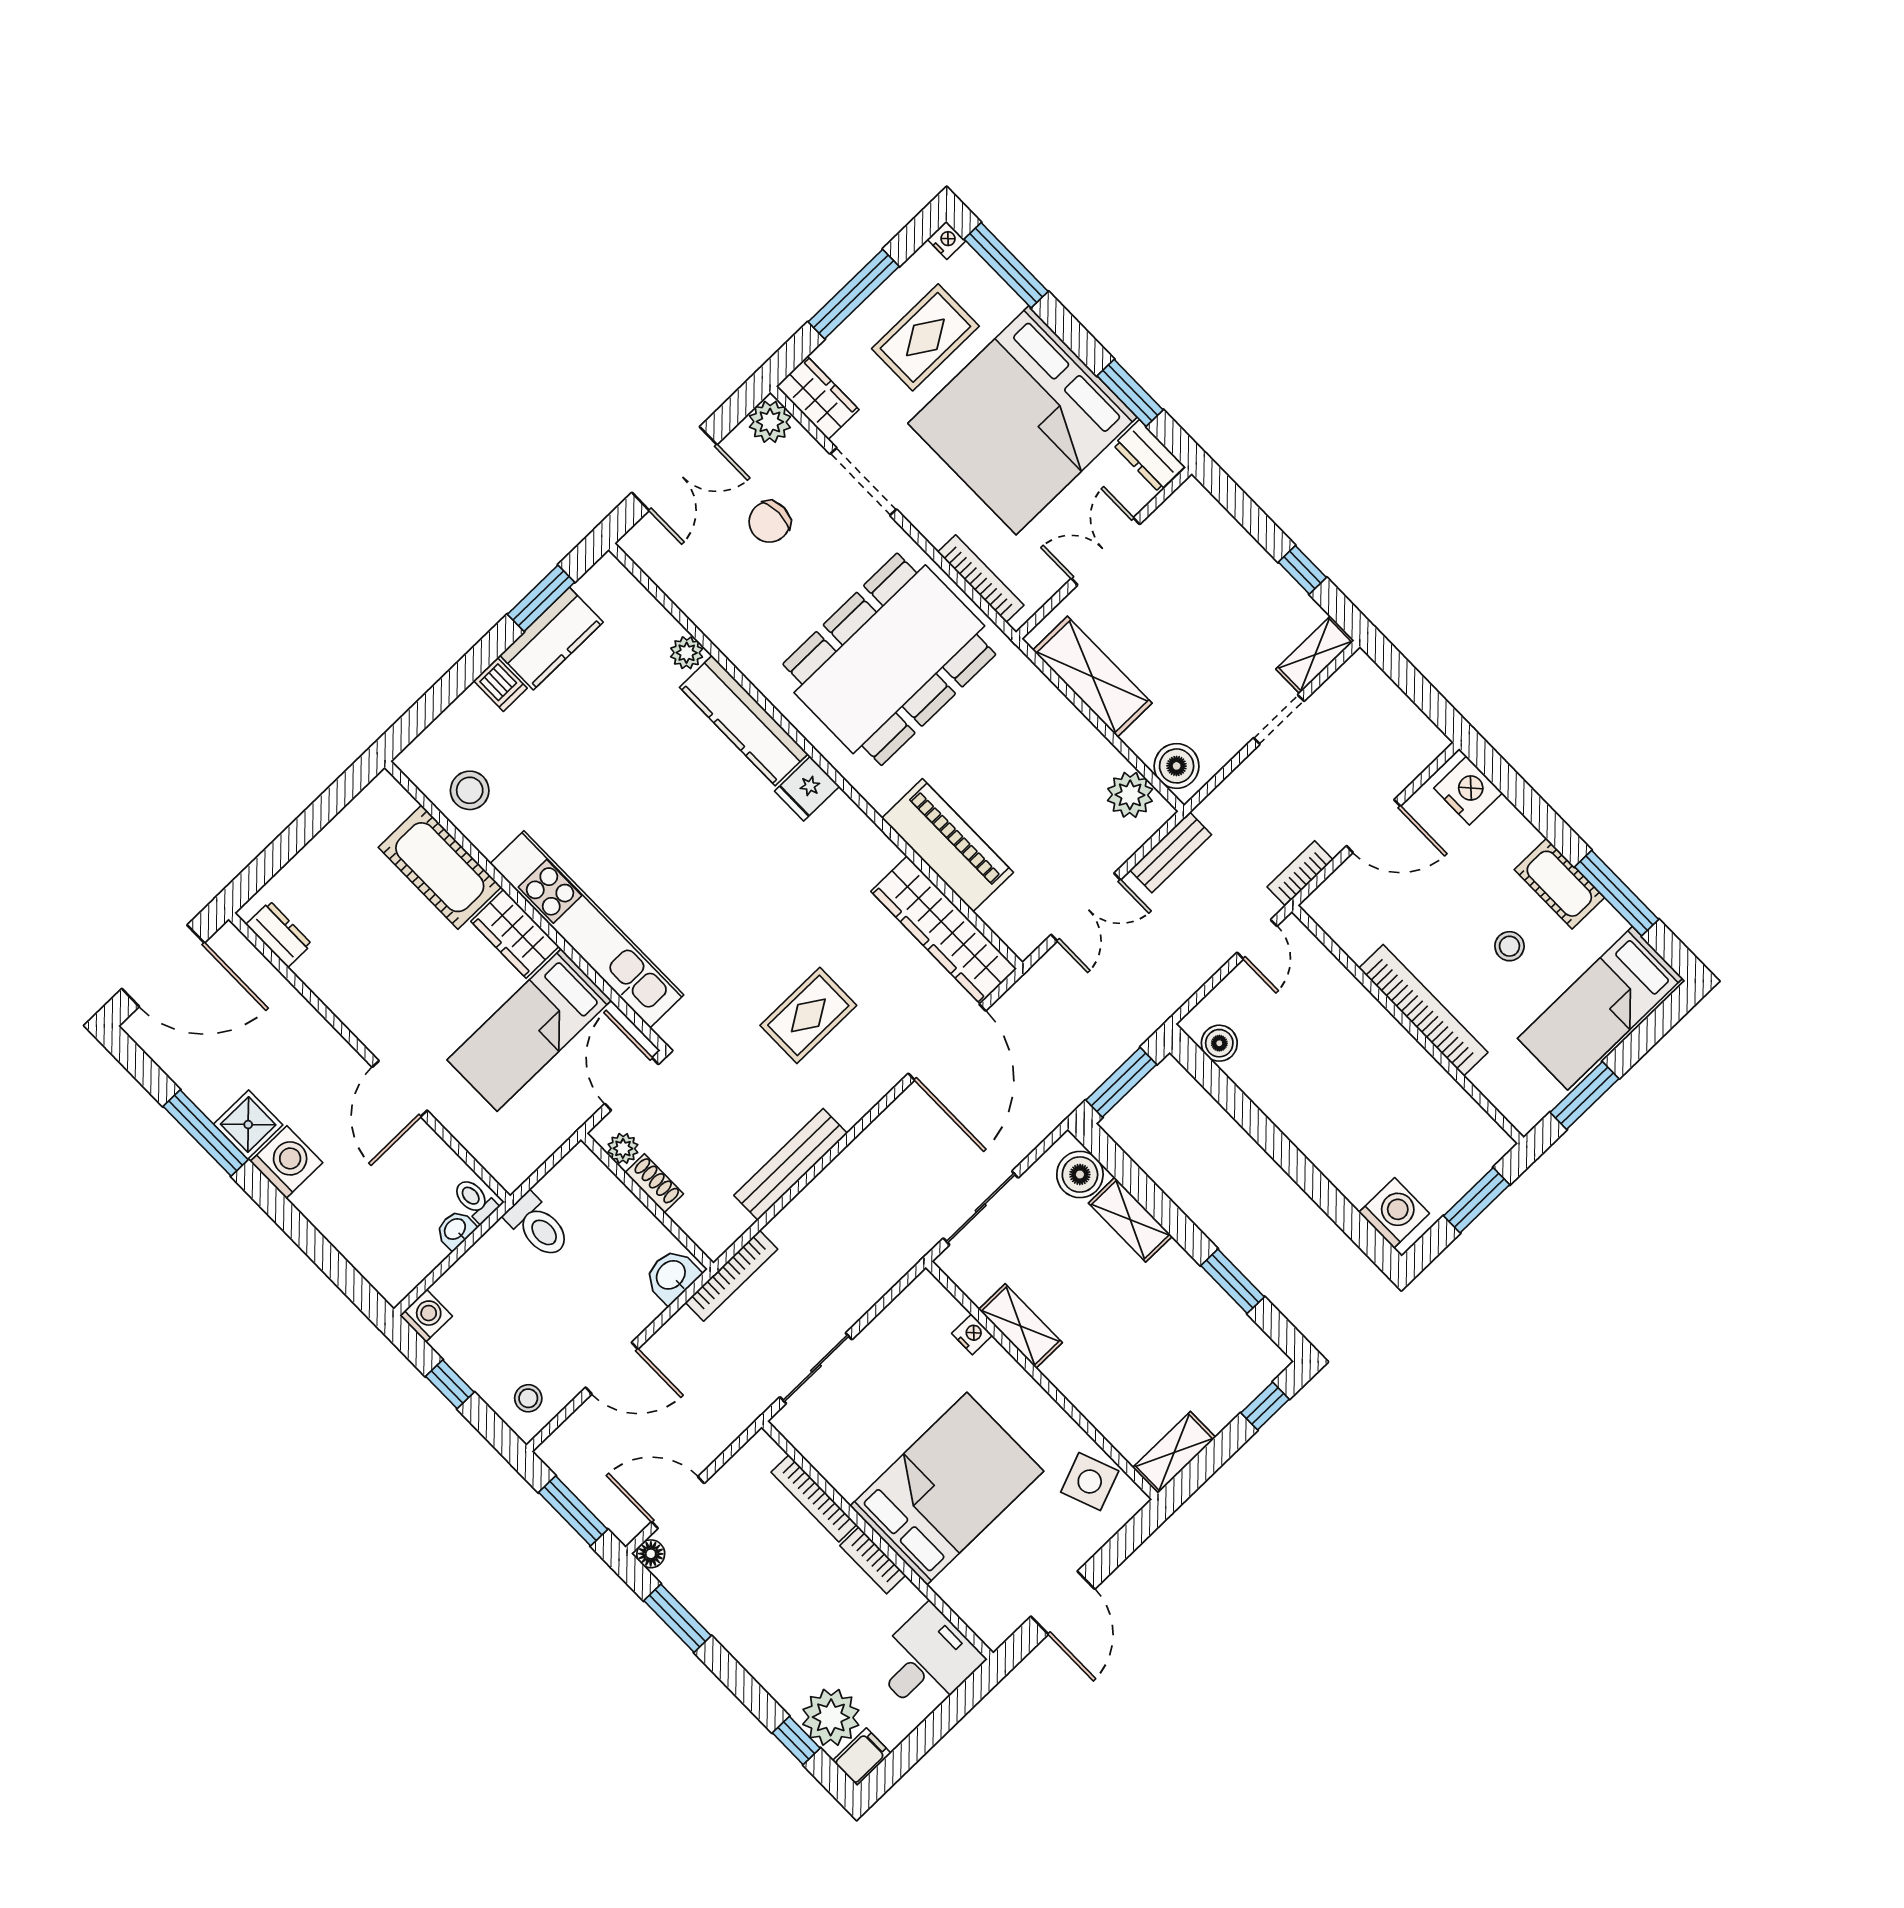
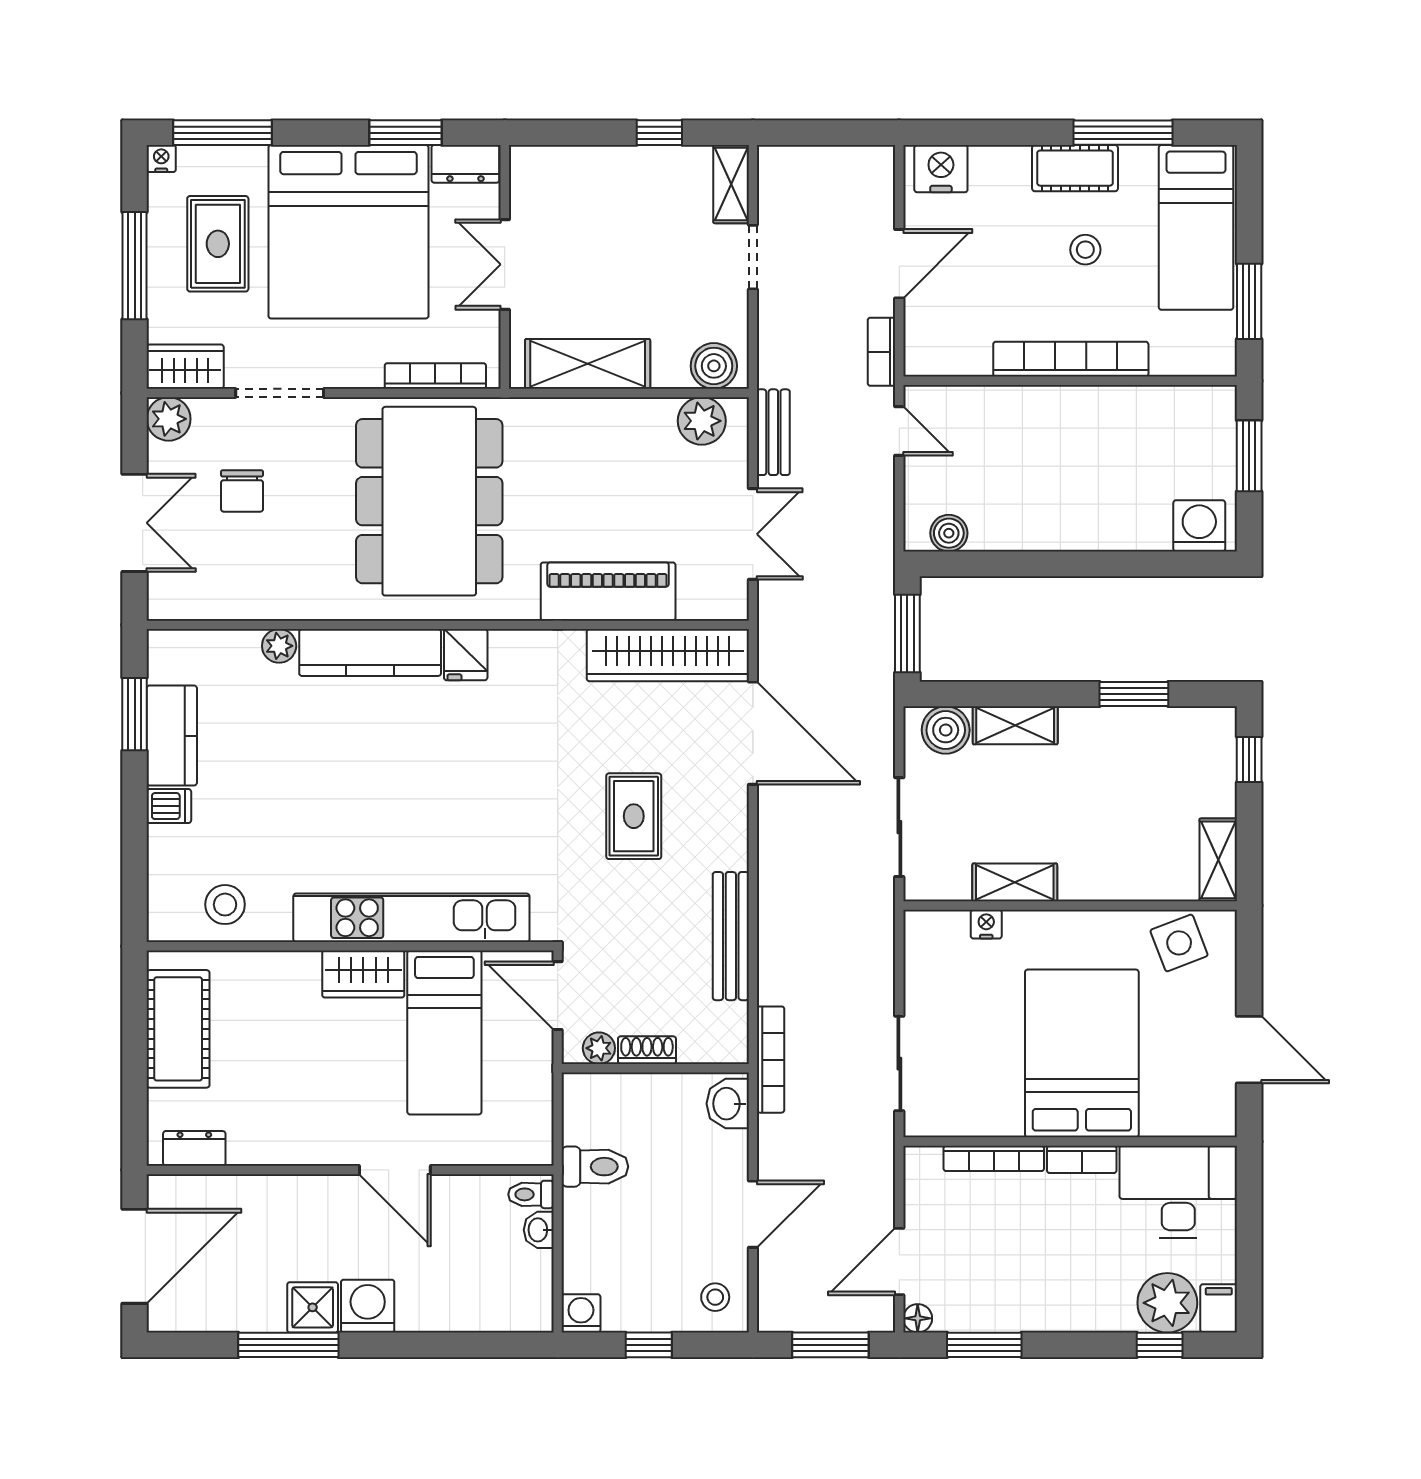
cot: (440, 867) -> (178, 1029), moved, turned 90
desk: (927, 1661) -> (1178, 1192), width x1.37

